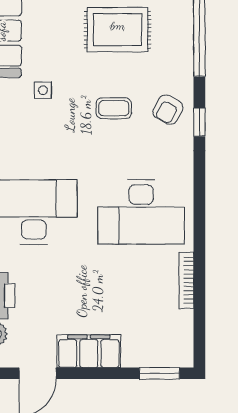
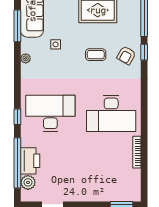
window: (199, 122) -> (144, 52), moved
filing cabinet: (89, 351) -> (82, 192), removed

